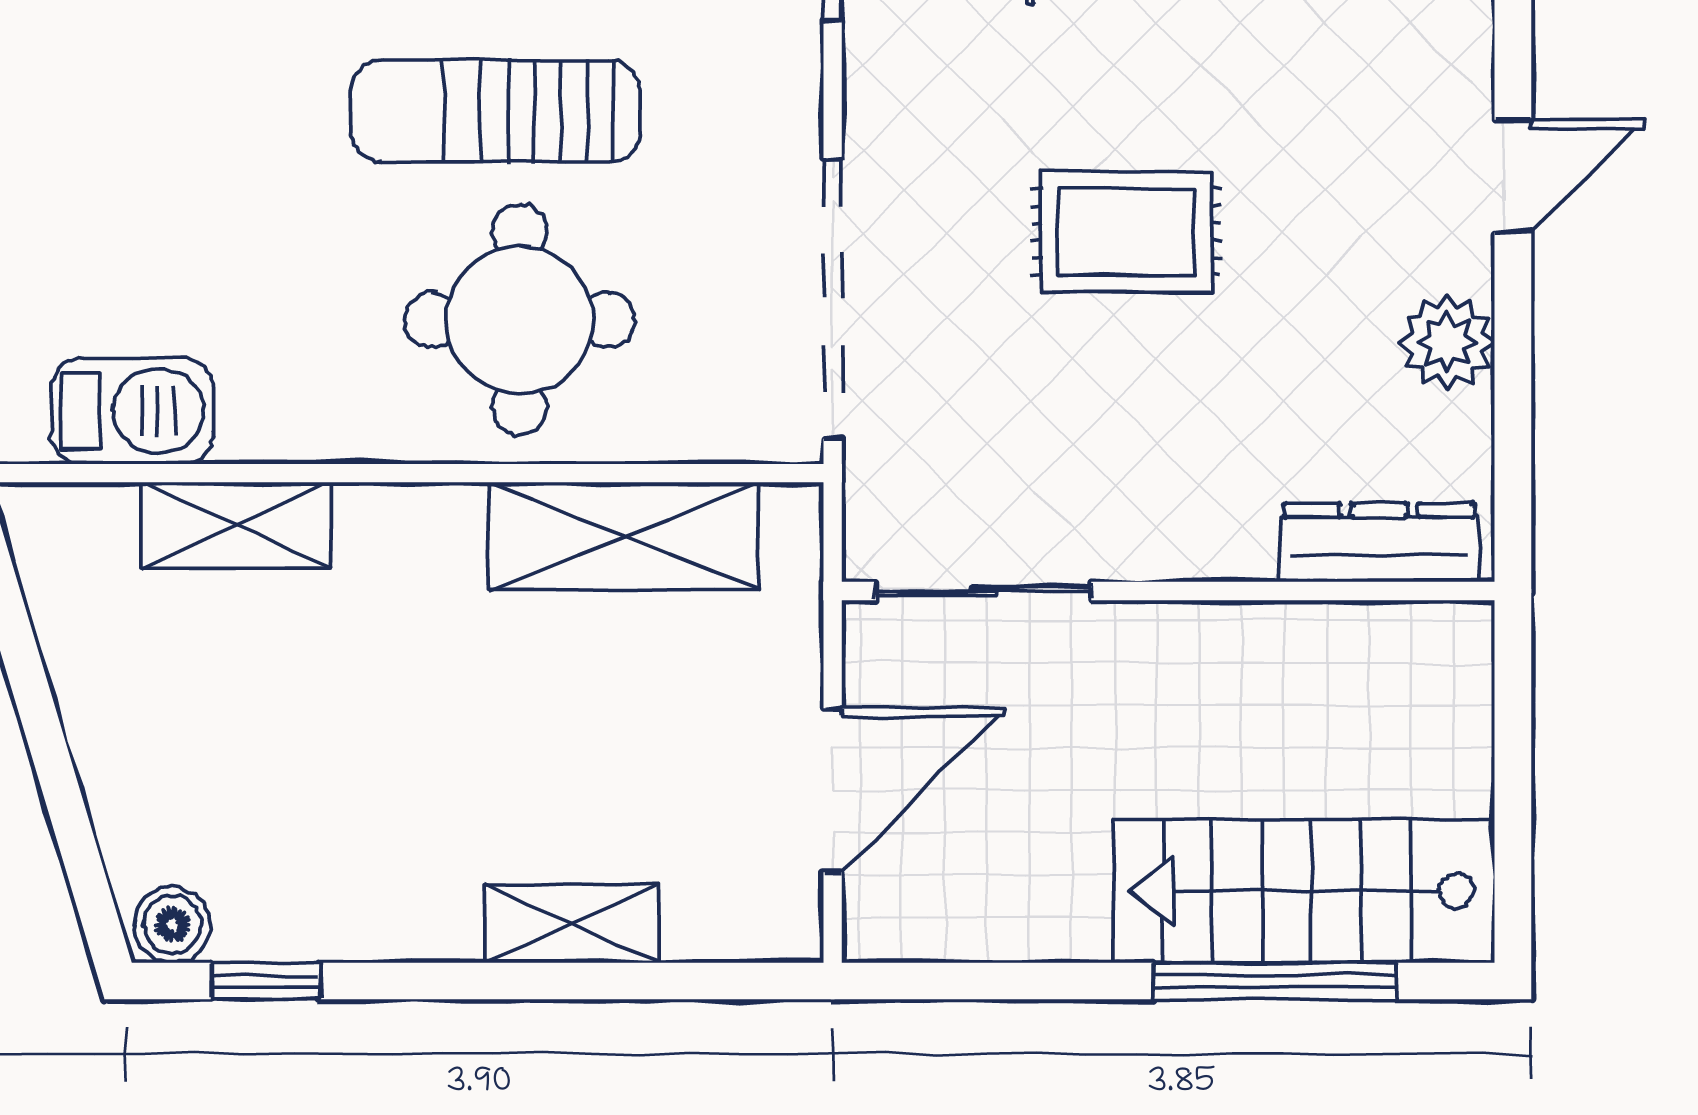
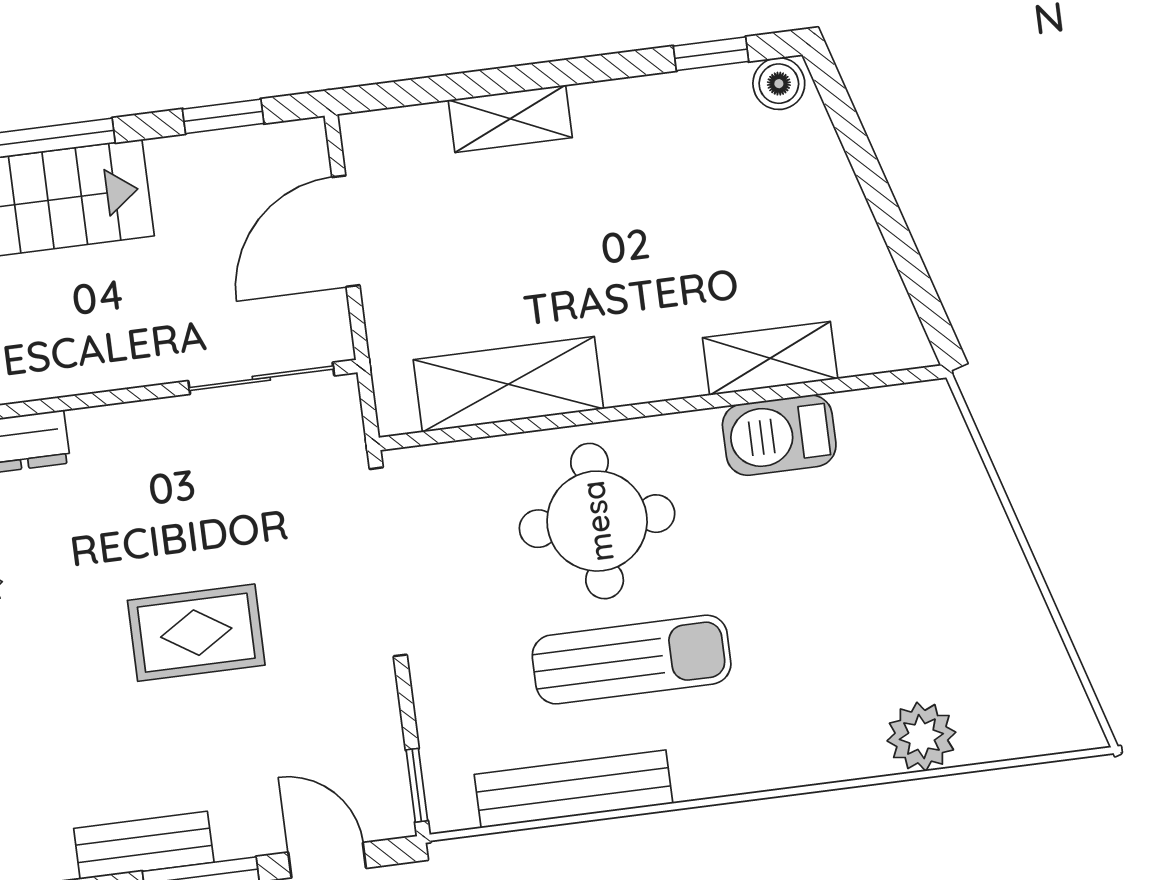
barbecue: (132, 411) -> (779, 435), moved
window: (990, 981) -> (223, 116), added

